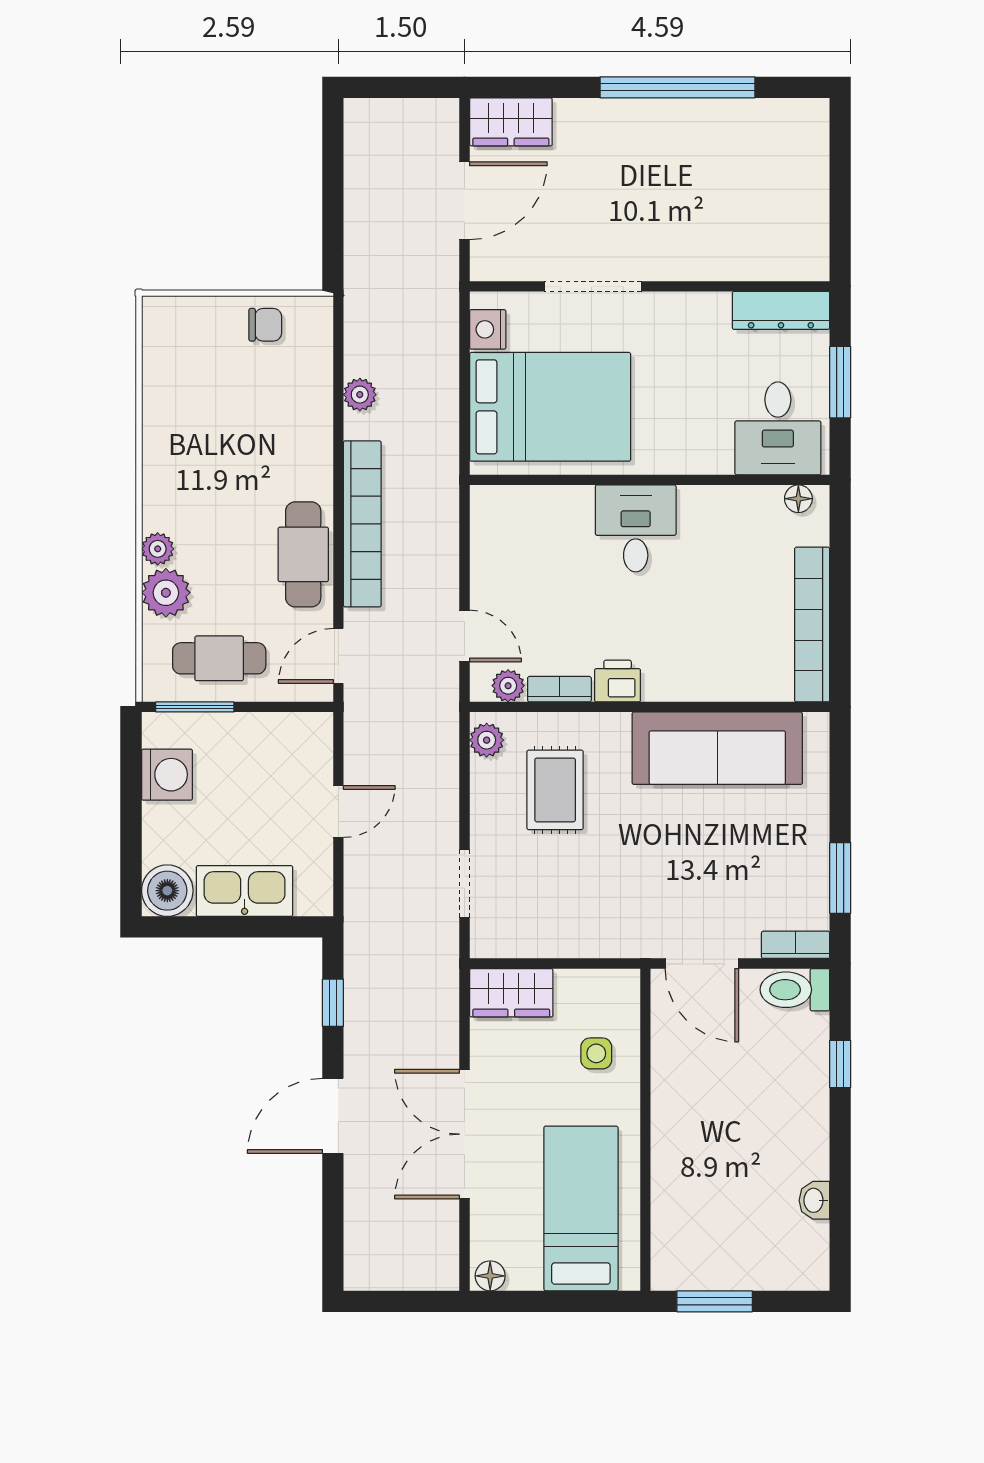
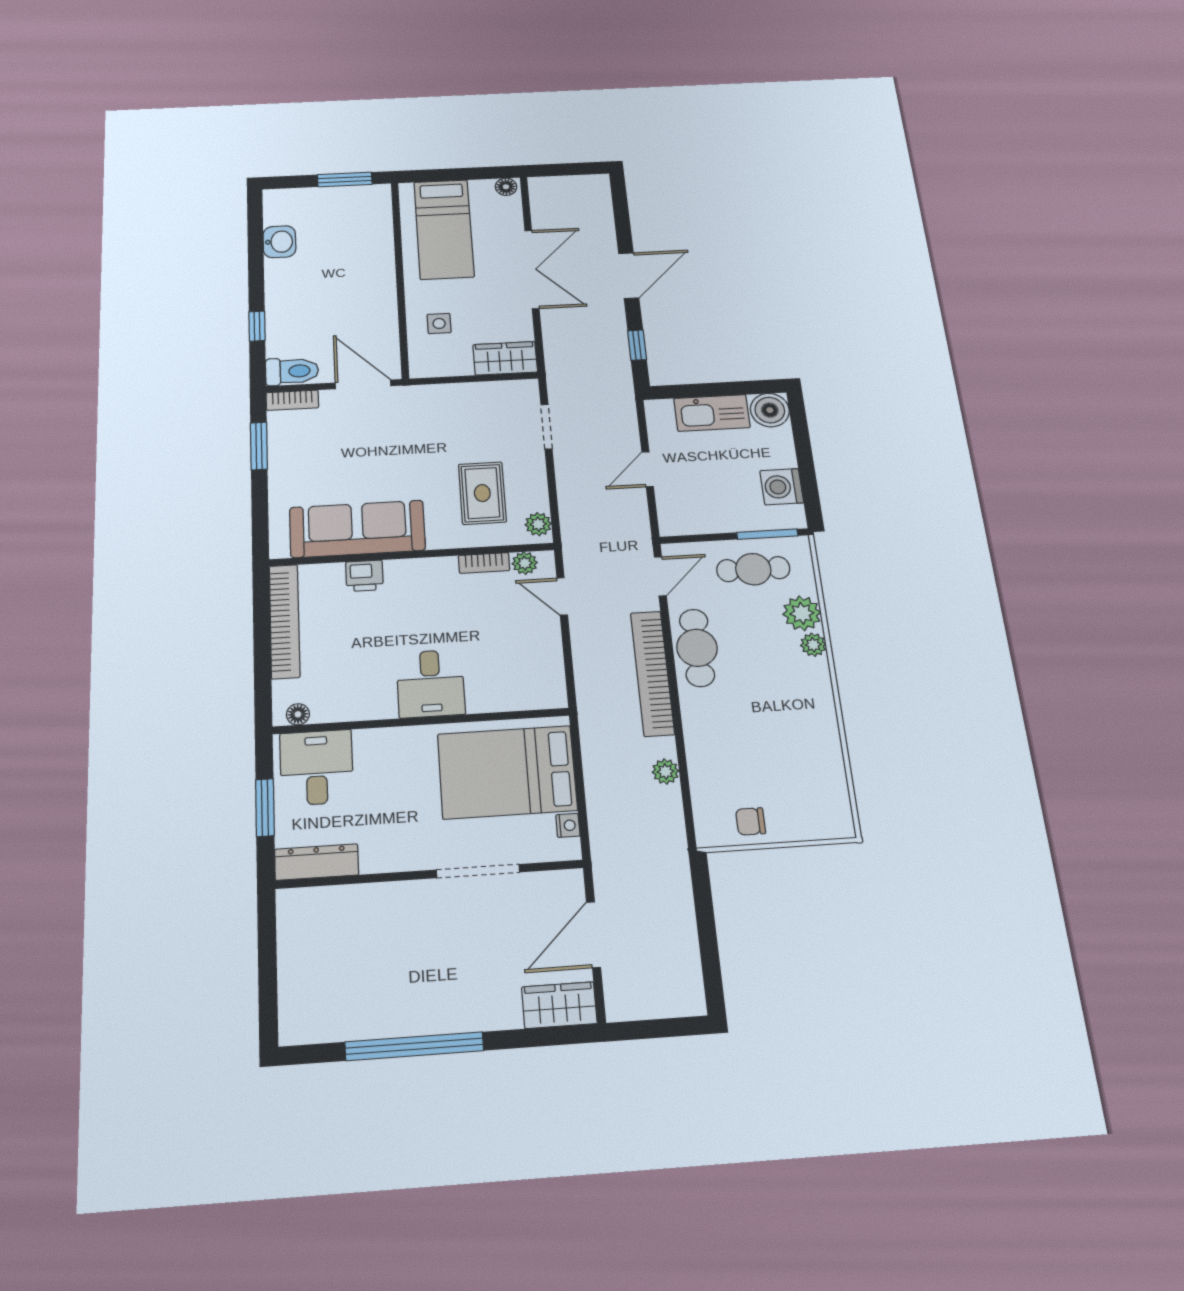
nightstand: (488, 329) -> (568, 825), width x0.72, depth x0.74
printer: (618, 681) -> (364, 576), moved
washbasin: (814, 1200) -> (279, 242), width x1.38, depth x1.45

